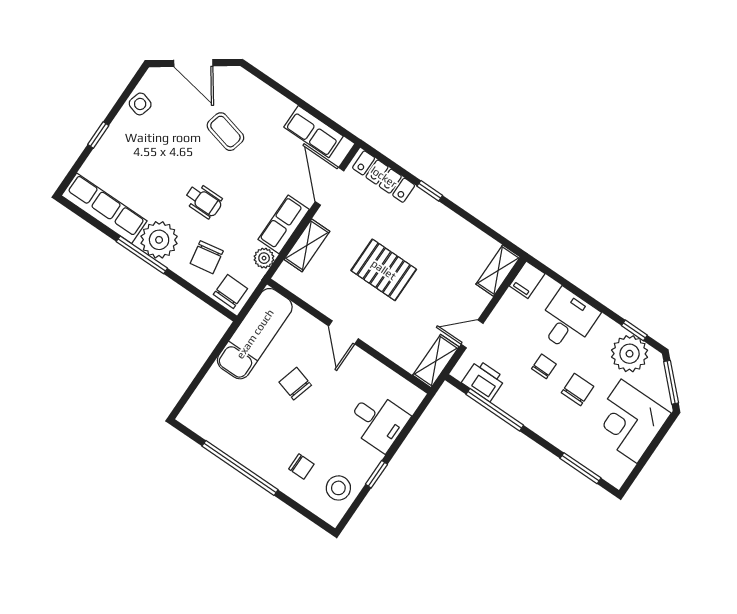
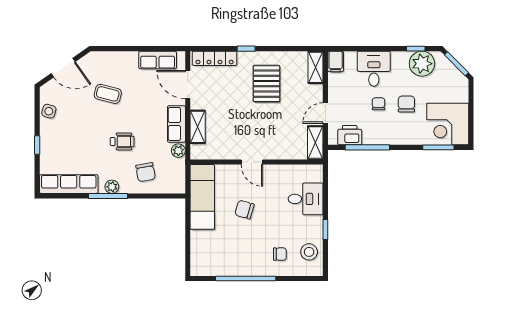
plant: (159, 240) -> (112, 187), width x0.53, depth x0.53
pallet: (384, 270) -> (266, 84), moved, turned 90
chair: (230, 292) -> (172, 182), removed
corner desk: (629, 421) -> (448, 124), moved

